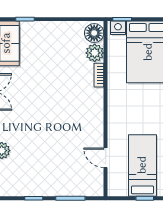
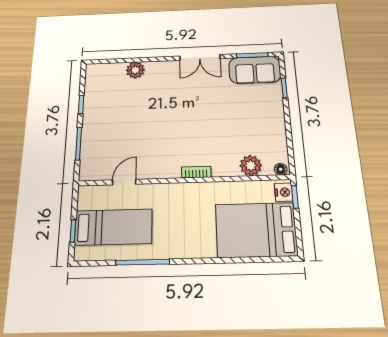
floor lamp: (94, 33) -> (281, 169), width x0.53, depth x0.53
bookcase: (99, 75) -> (196, 172), moved

